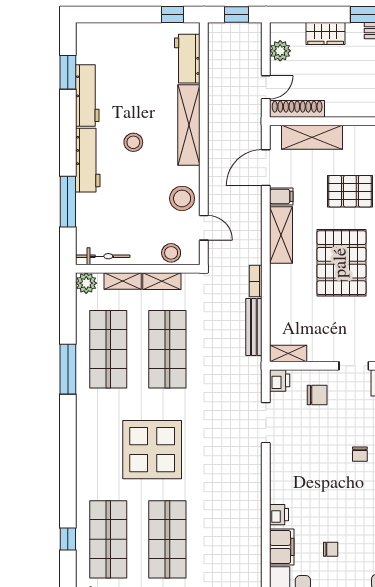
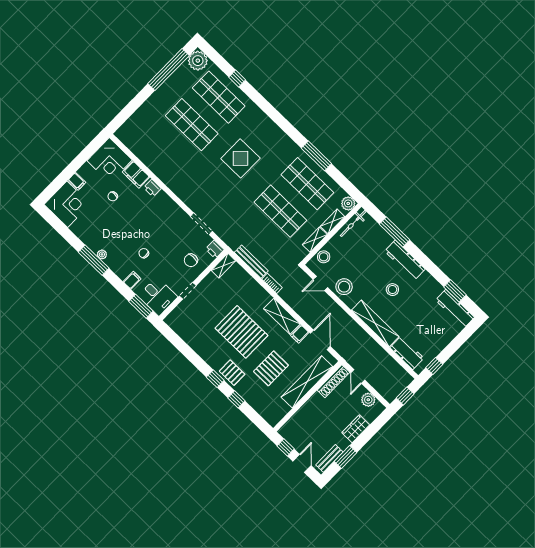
workbench: (87, 96) -> (455, 309), moved
shelving: (312, 137) -> (307, 382), width x1.47
display table: (152, 450) -> (240, 158), width x0.73, depth x0.73

